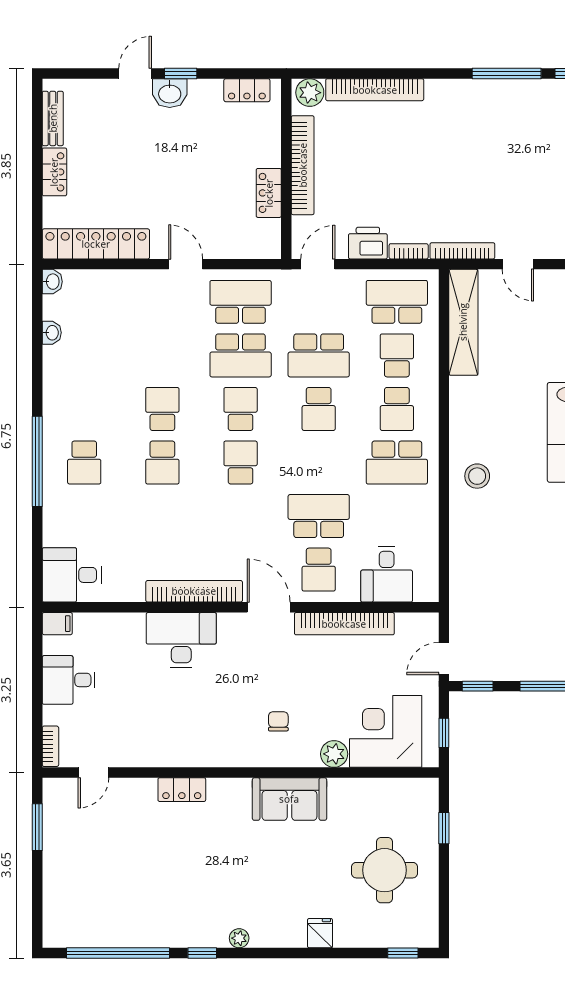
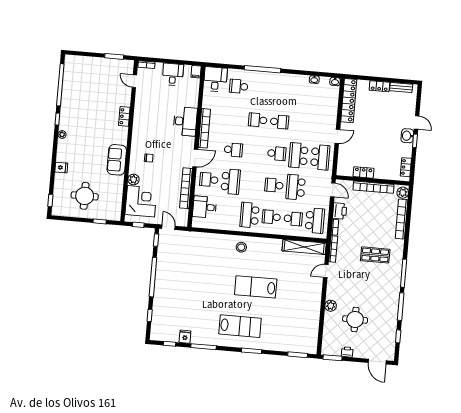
shop shelf: (468, 147) -> (375, 255), added
school desk: (84, 462) -> (239, 86), moved
school desk: (241, 462) -> (233, 150), moved

